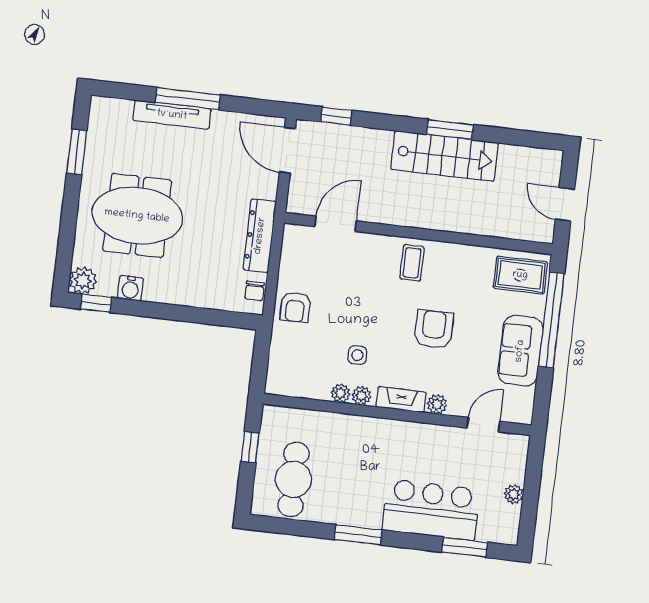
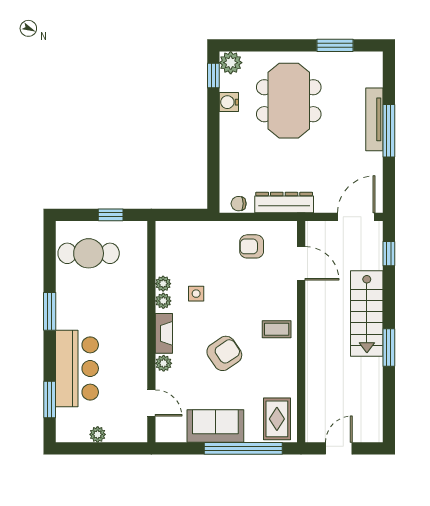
stairs: (444, 156) -> (367, 313), moved
armchair: (295, 307) -> (252, 246), moved
armchair: (434, 329) -> (224, 353), turned -34

